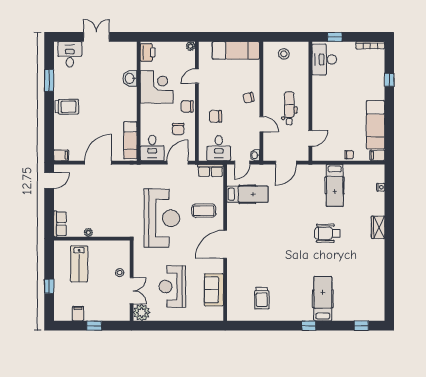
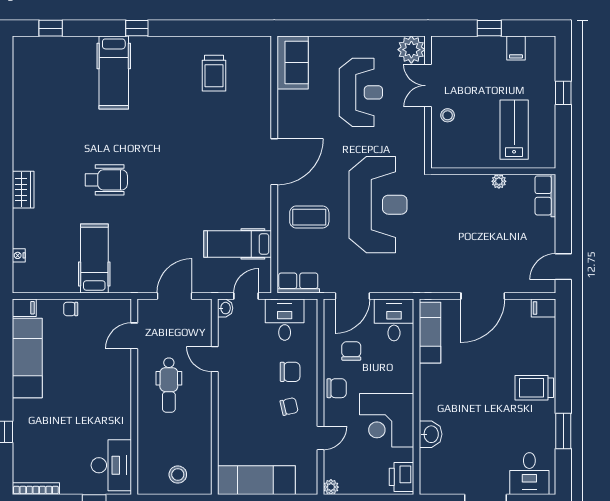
chair: (248, 98) -> (289, 406), moved
reception desk: (162, 218) -> (378, 205), turned 180
sofa: (214, 290) -> (293, 63), moved
trolley: (262, 298) -> (214, 73), turned 180

